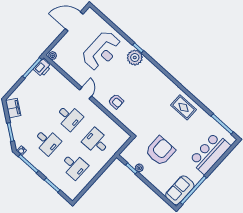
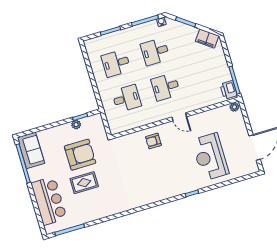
plant: (135, 58) -> (185, 185), removed
rug: (183, 107) -> (84, 183), moved
armchair: (160, 151) -> (80, 155), turned -90

